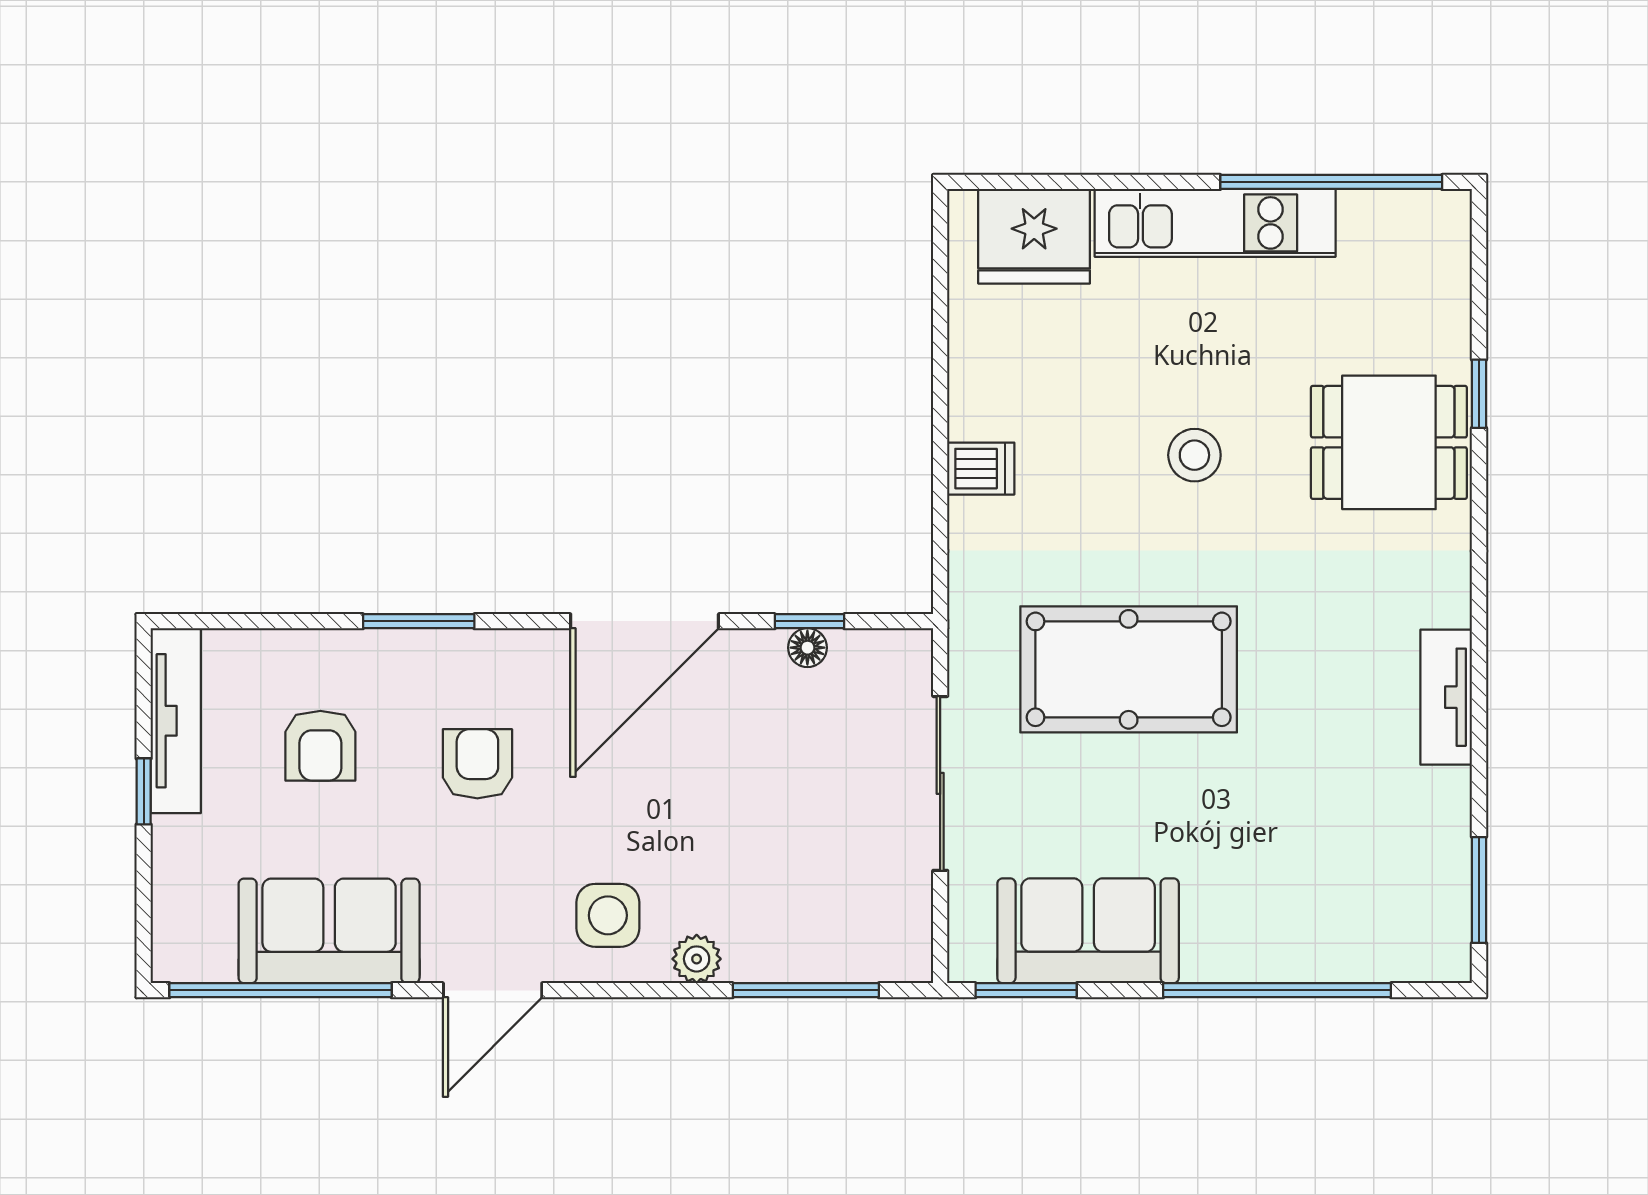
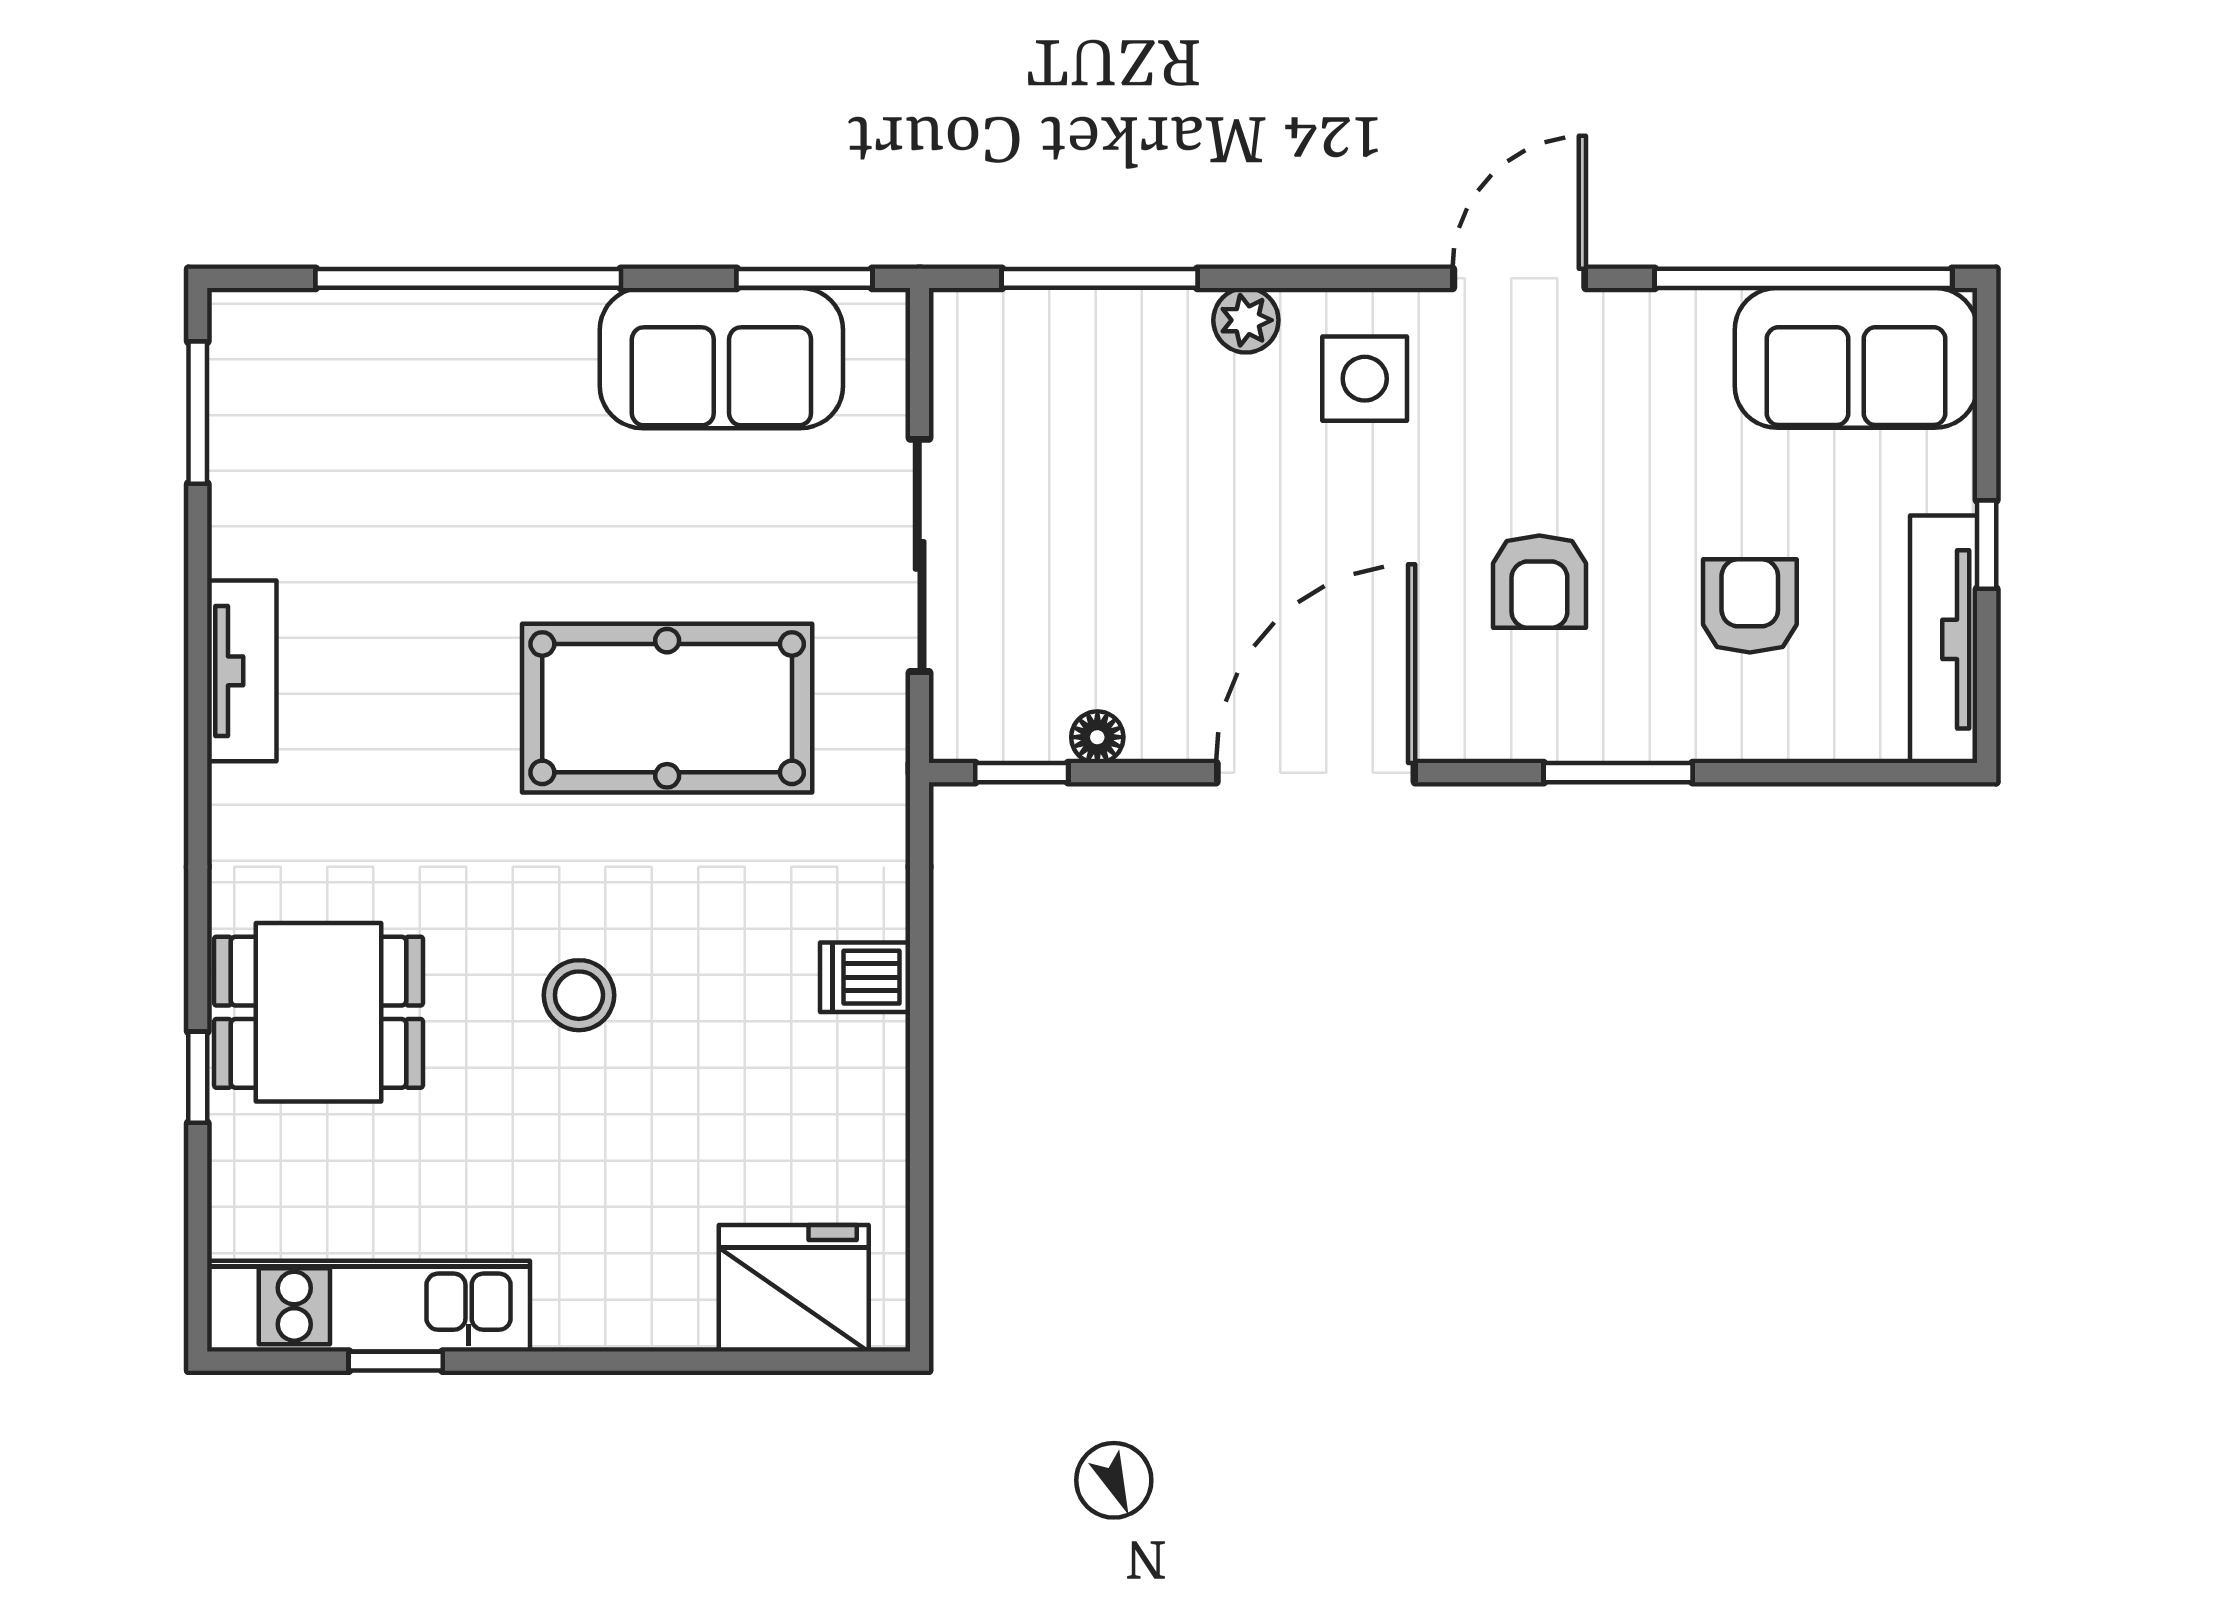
window: (1331, 182) -> (396, 1361), width x0.32
kitchen unit: (1215, 223) -> (369, 1306), moved
window: (809, 621) -> (1022, 773), moved
sofa: (329, 931) -> (1856, 358), moved

